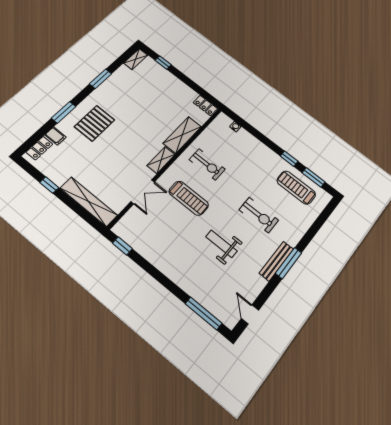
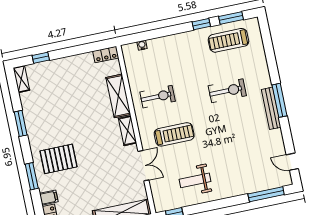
pallet: (95, 123) -> (59, 159), turned 90
weight bench: (221, 244) -> (195, 180), moved

